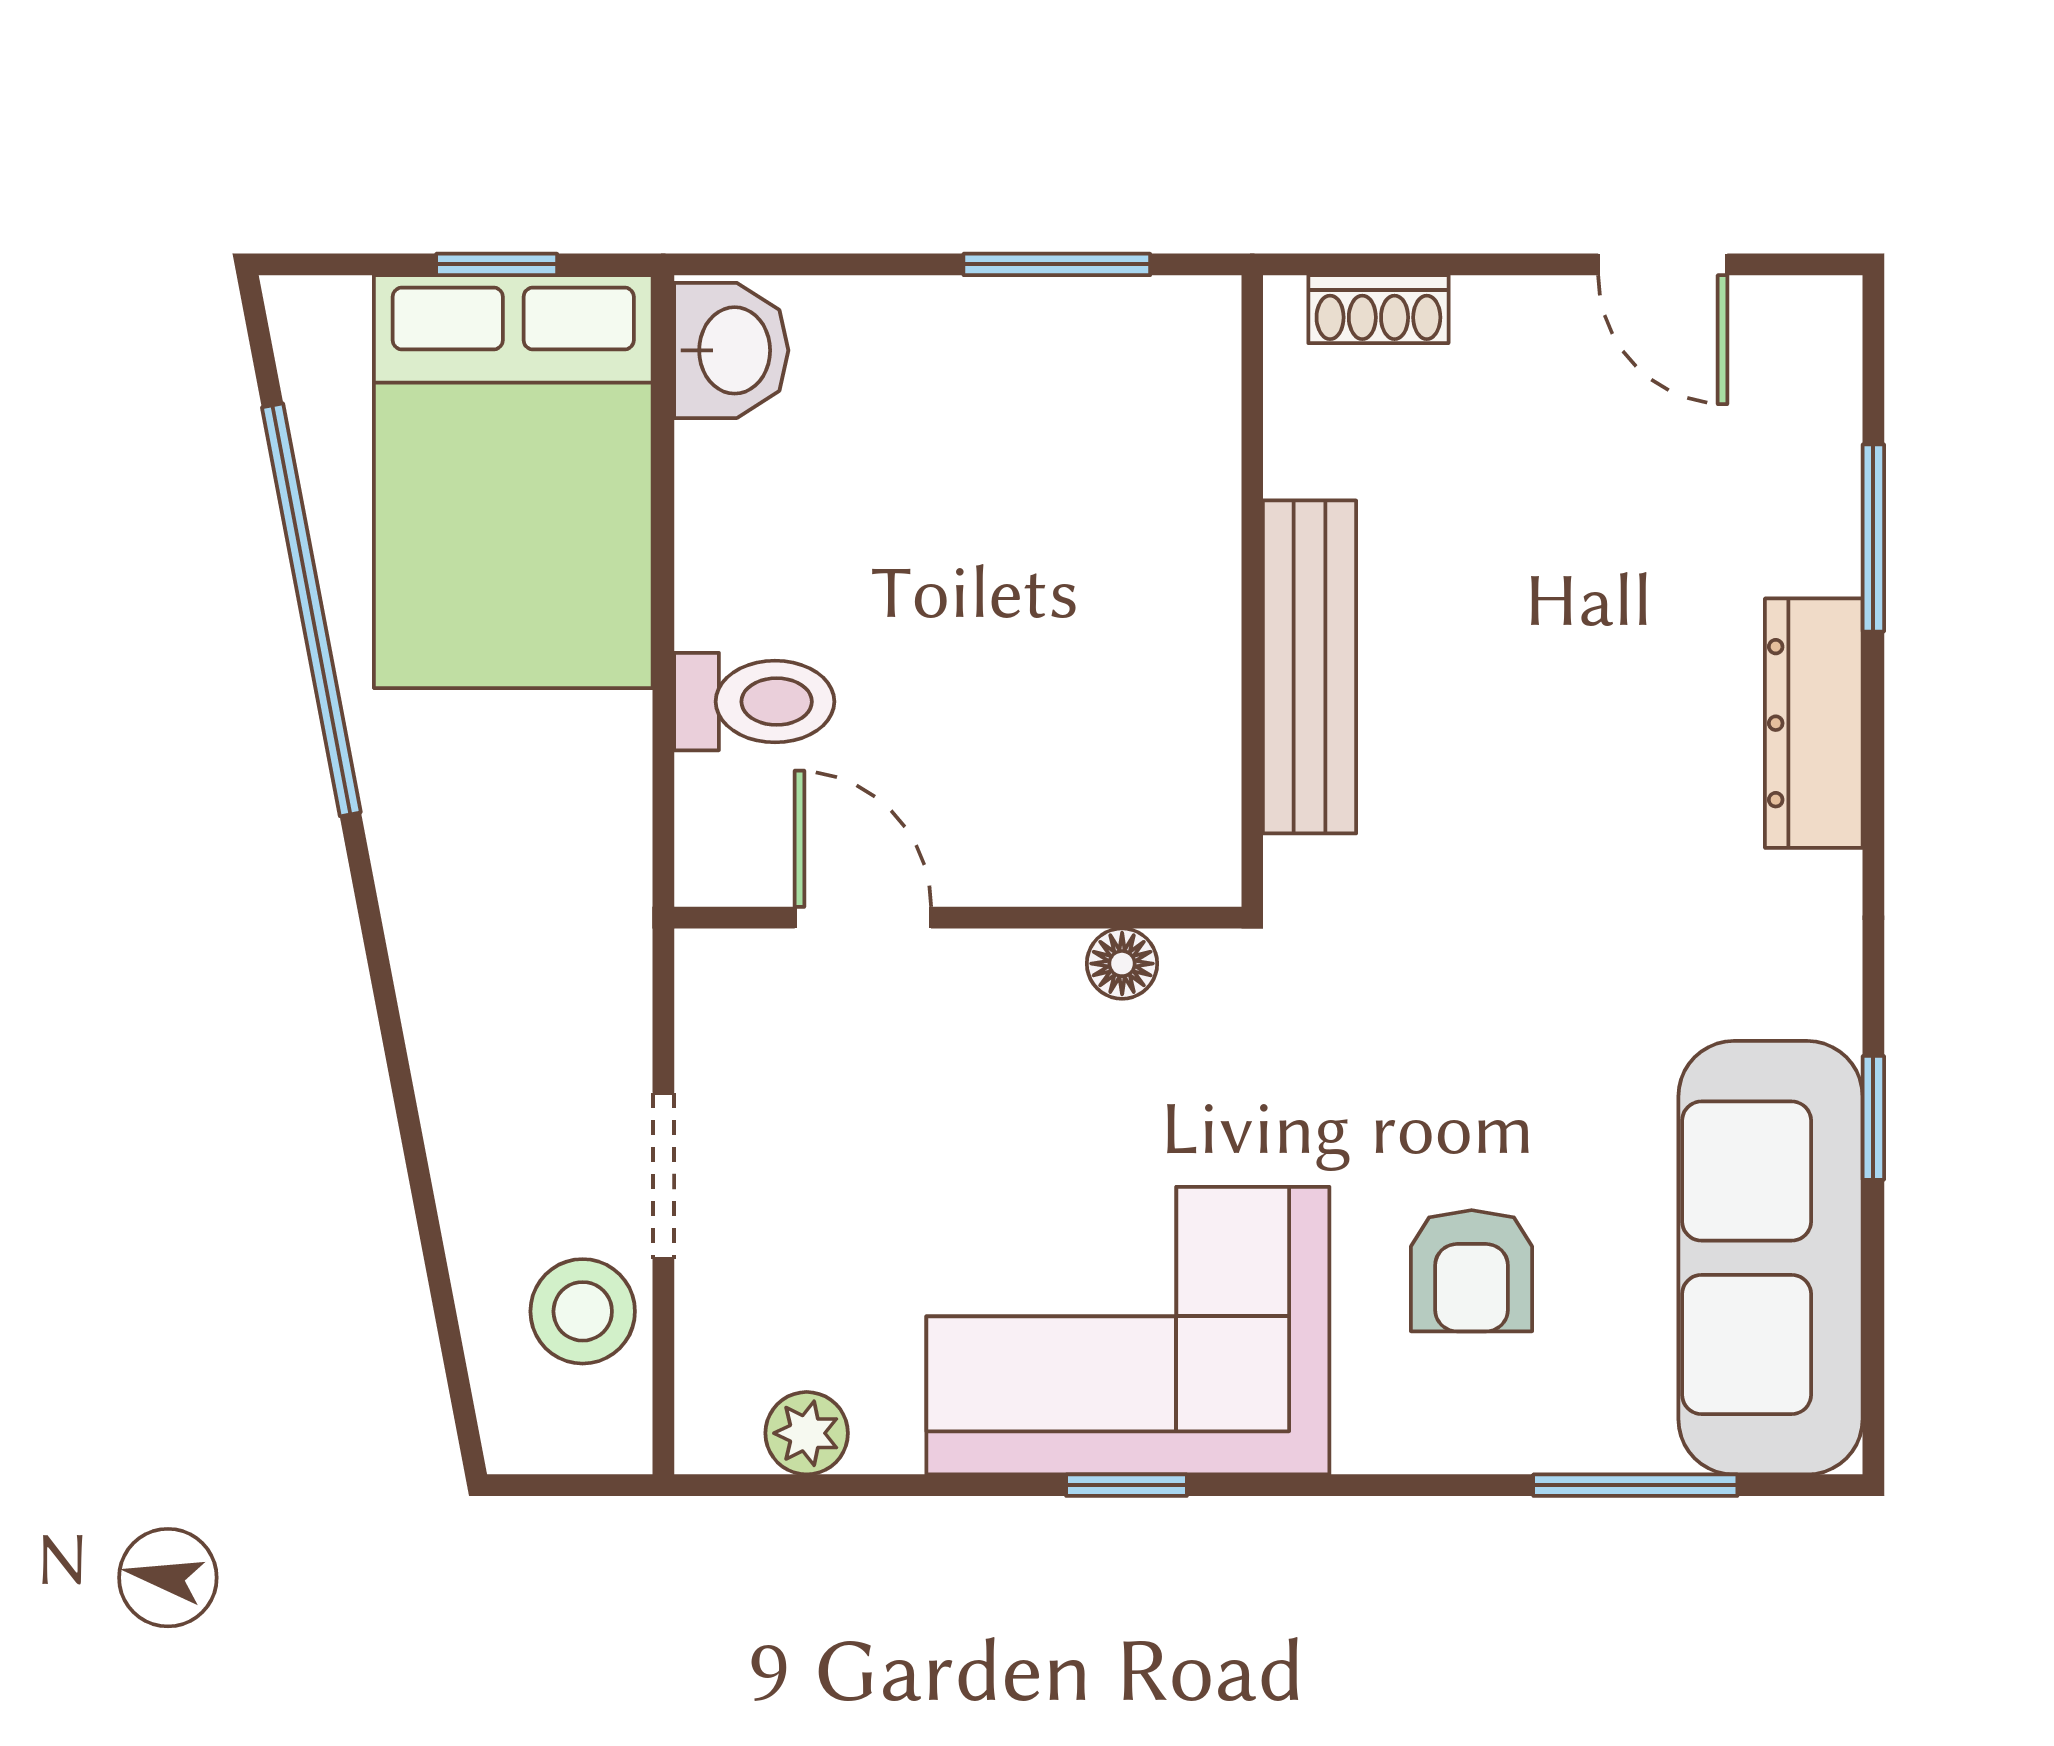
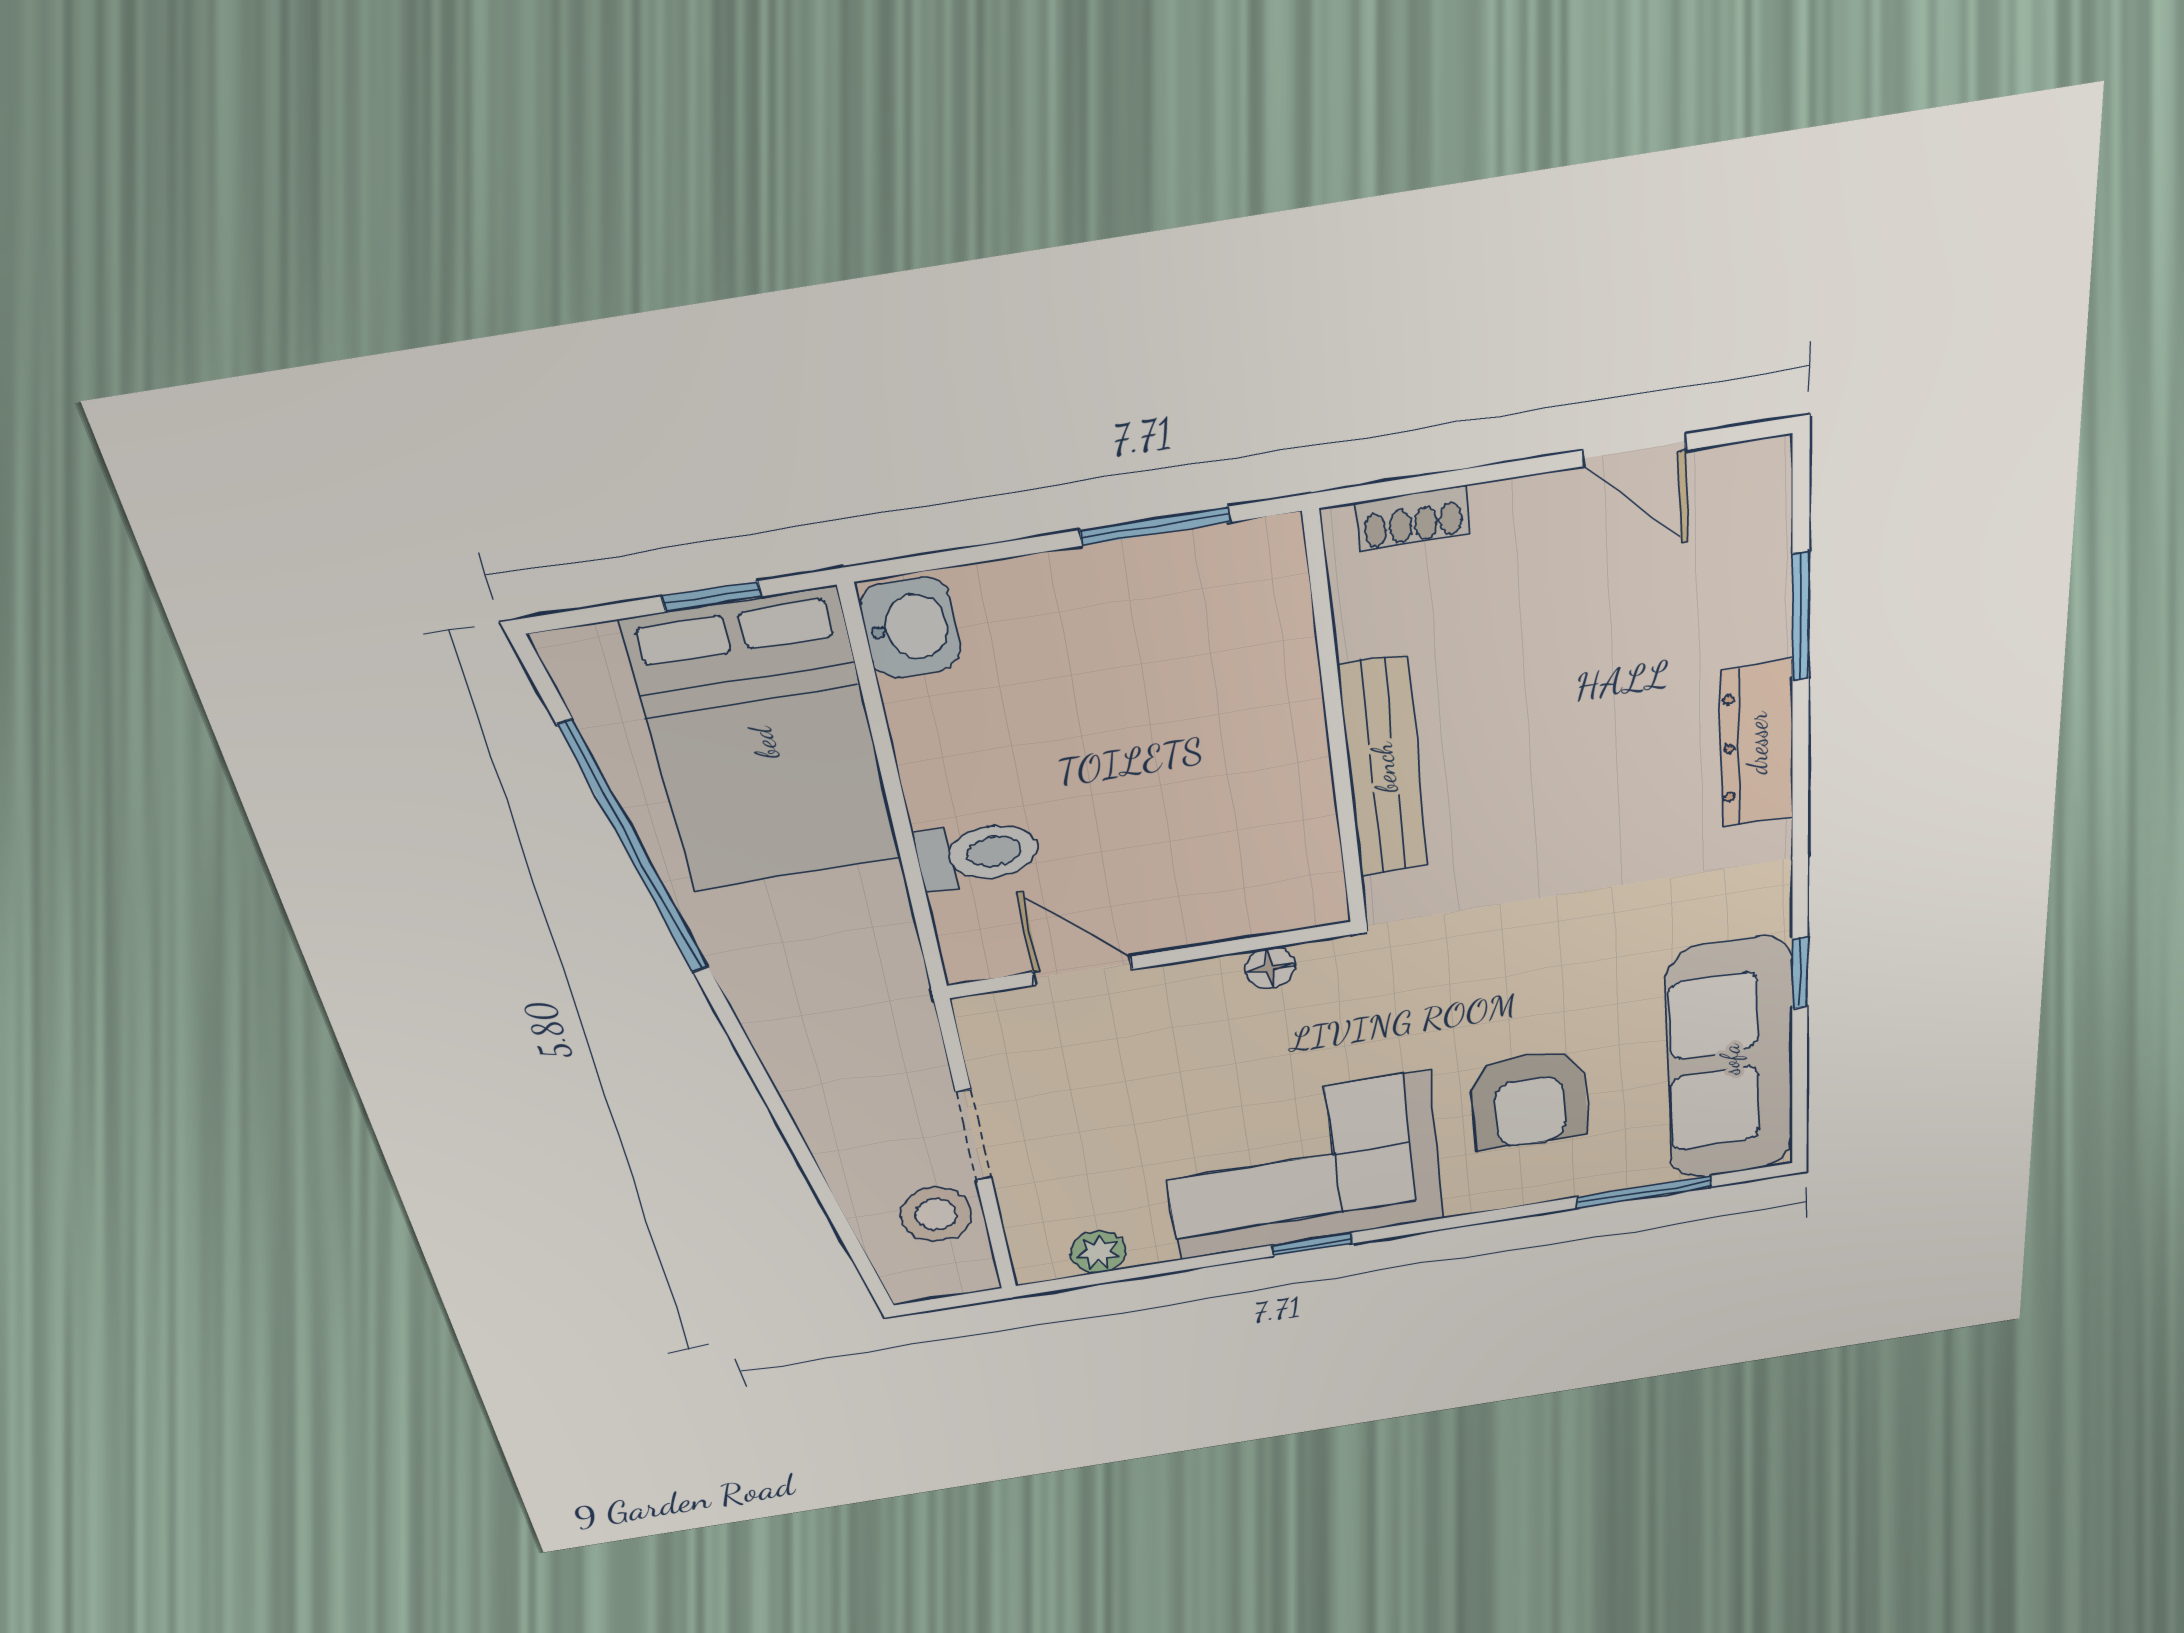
armchair: (1472, 1271) -> (1529, 1099), width x1.38, depth x1.38

